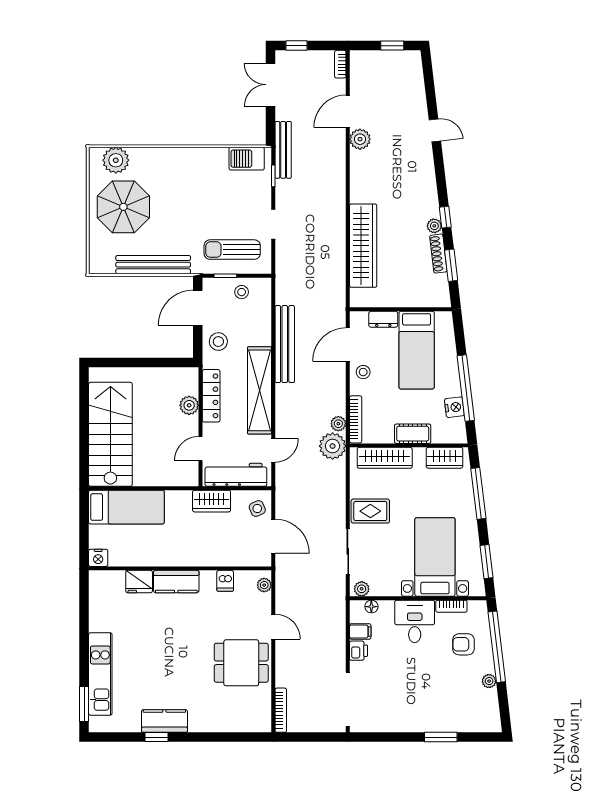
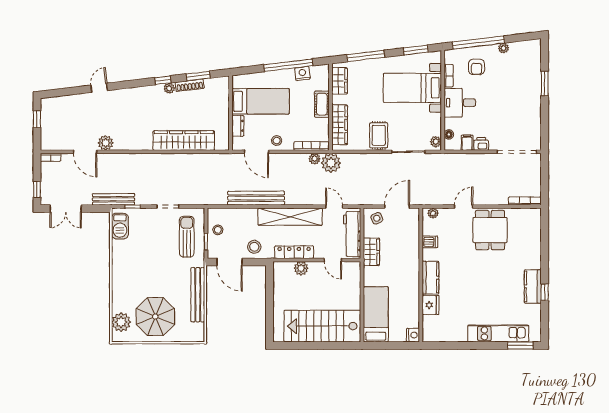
sun lounger: (232, 250) -> (187, 237), turned 180

